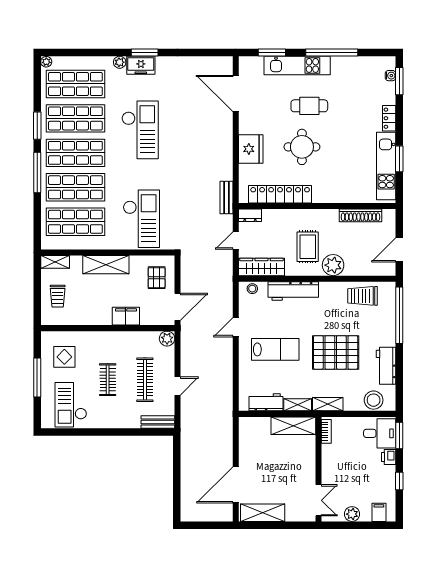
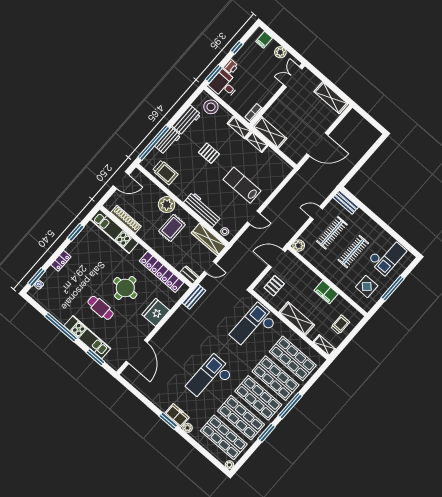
kitchen unit: (386, 166) -> (114, 231), moved, turned 90
filing cabinet: (126, 316) -> (326, 292), moved
pallet: (336, 352) -> (209, 153), width x0.49, depth x0.50
clothes rail: (108, 380) -> (353, 252), width x1.36
workbench: (266, 402) -> (168, 141), moved, turned -90
door: (236, 485) -> (317, 144), moved

